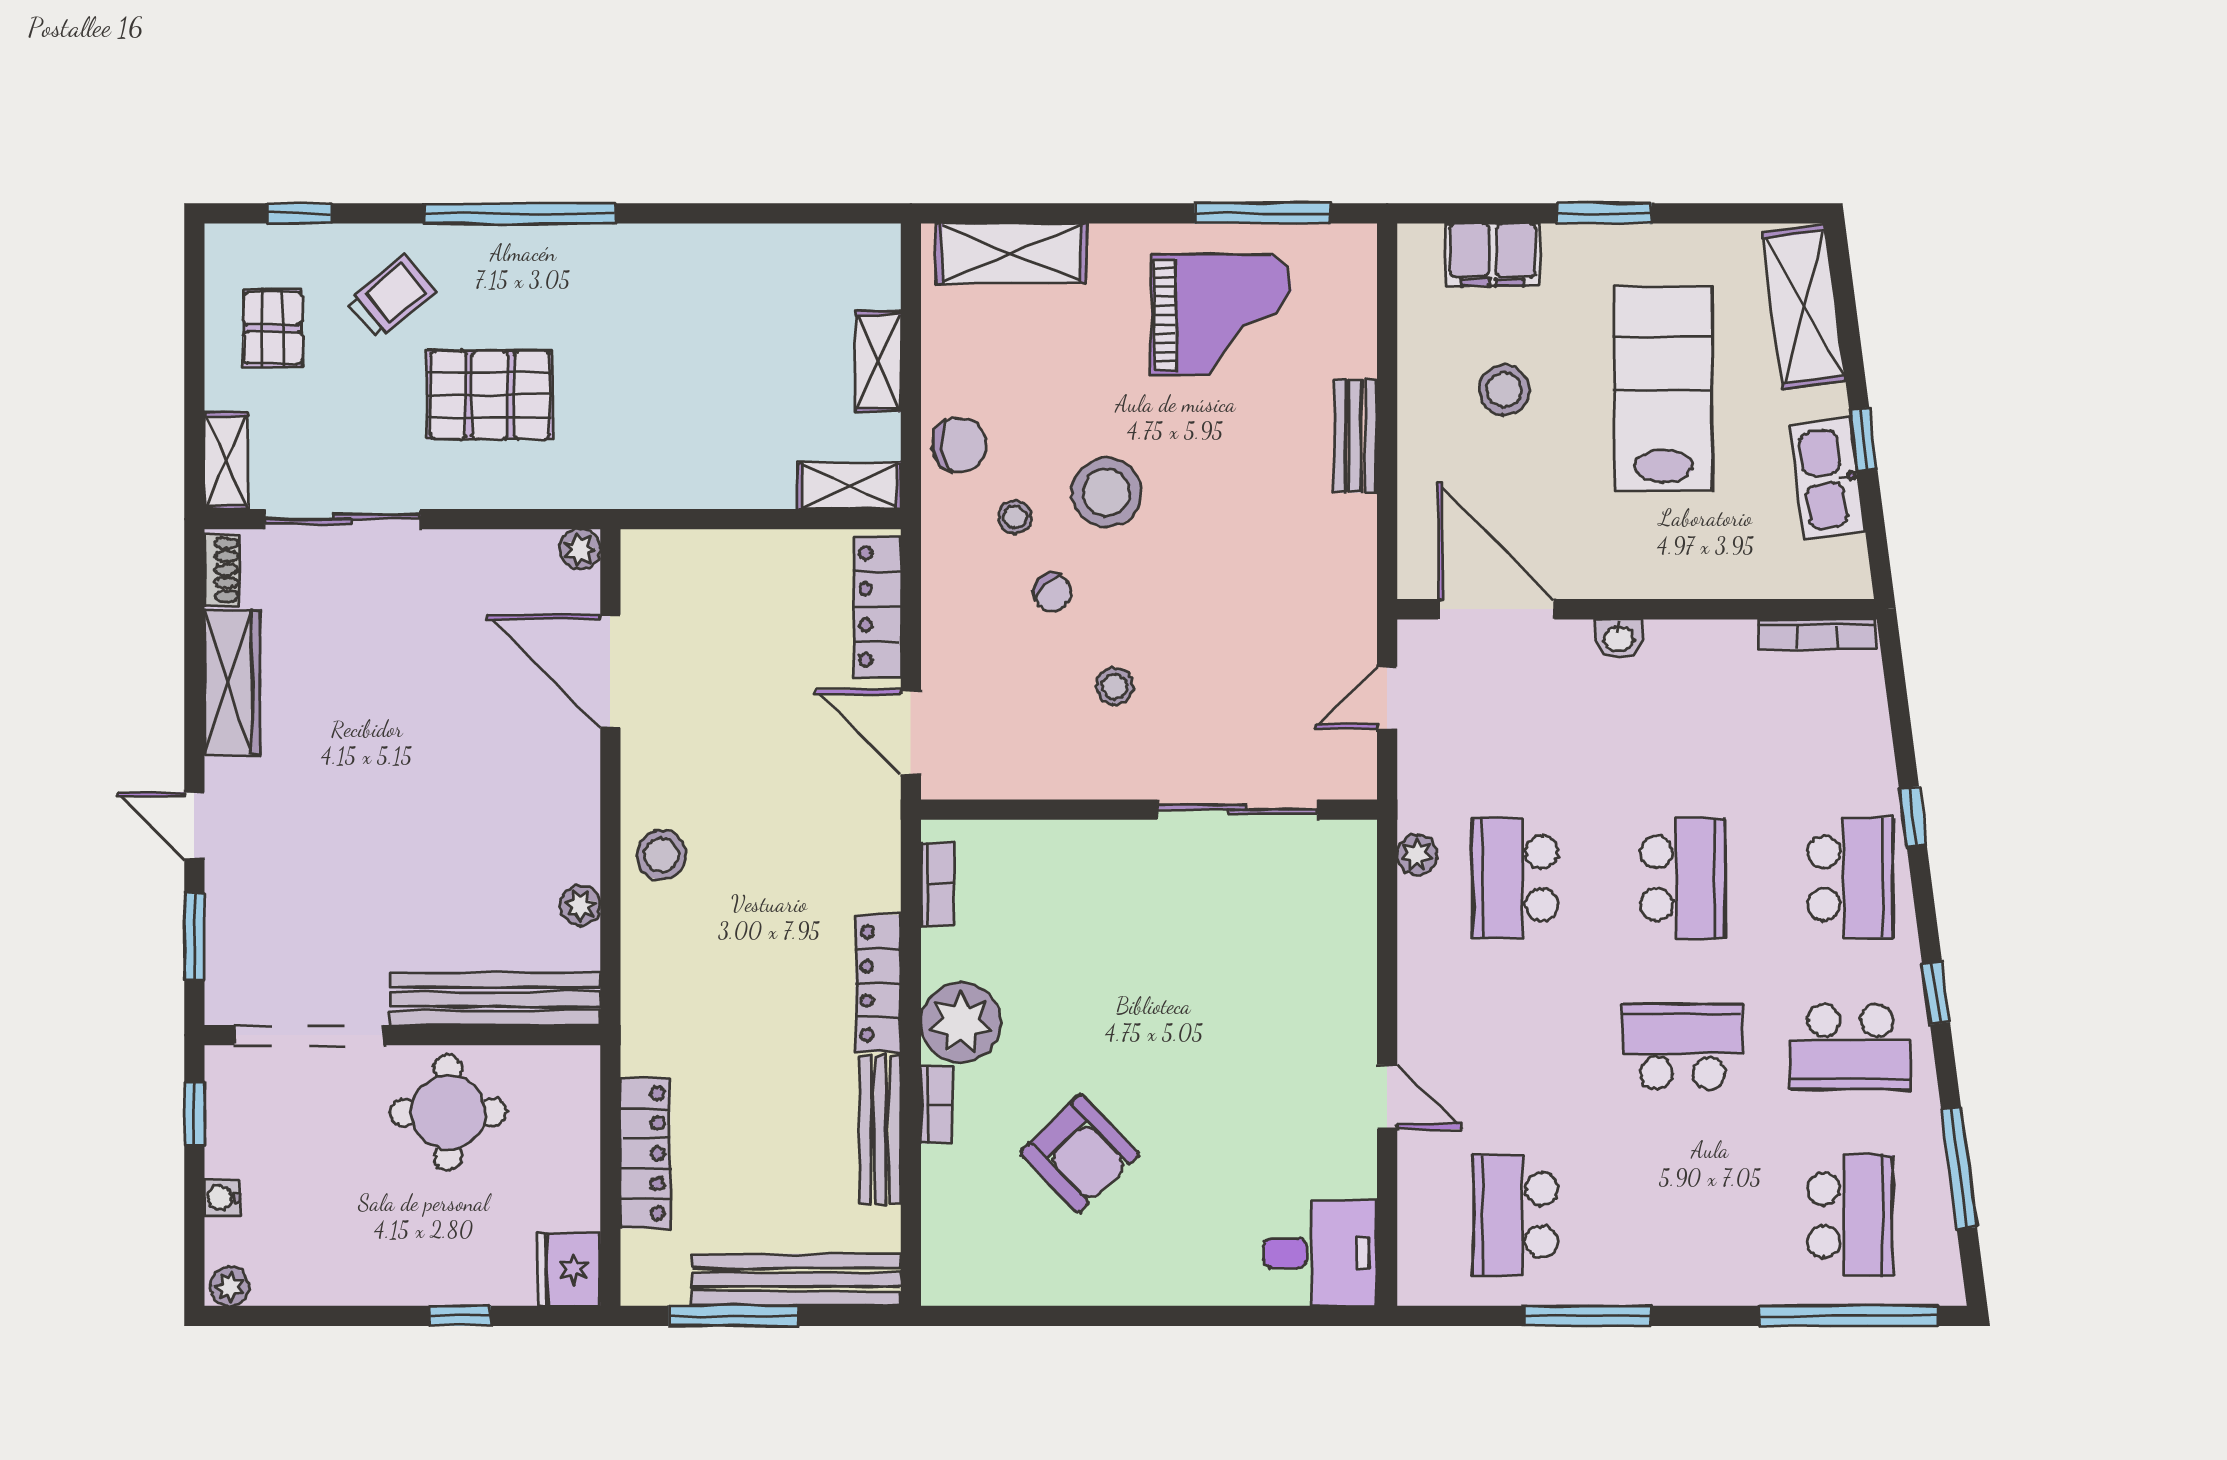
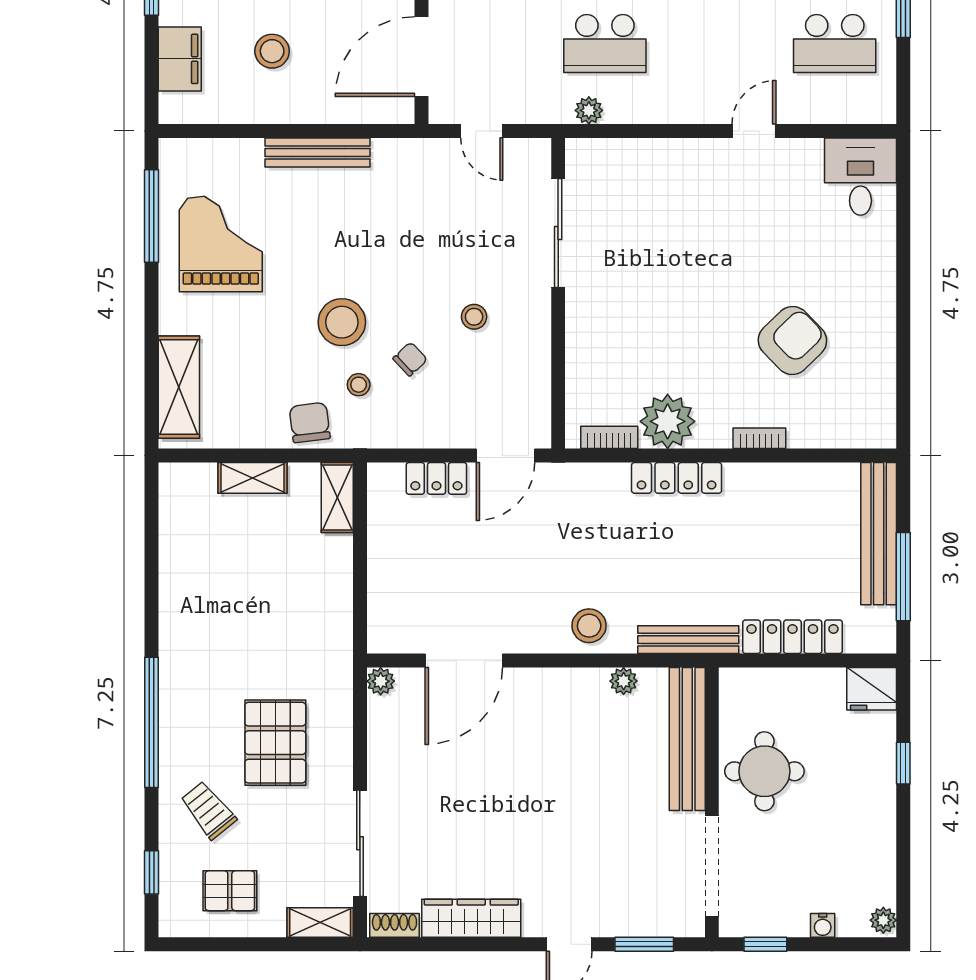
bench: (1356, 436) -> (318, 152), width x1.36
locker: (877, 607) -> (436, 478), width x0.66
plant: (961, 1022) -> (668, 421), moved
bench: (880, 1130) -> (688, 640), moved

